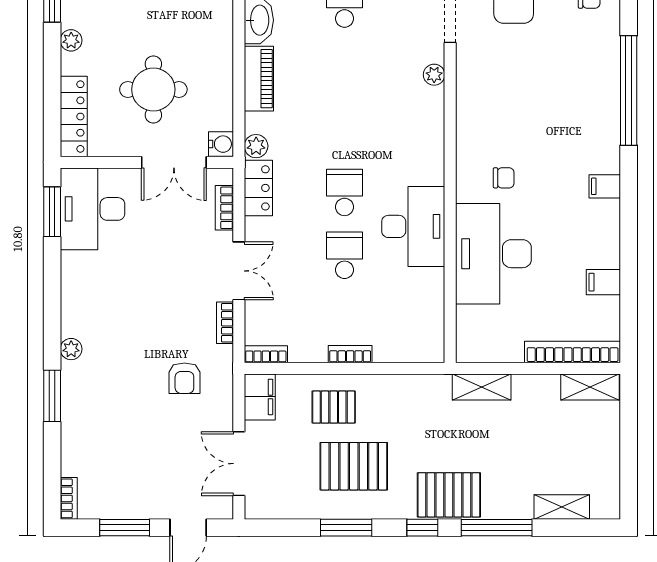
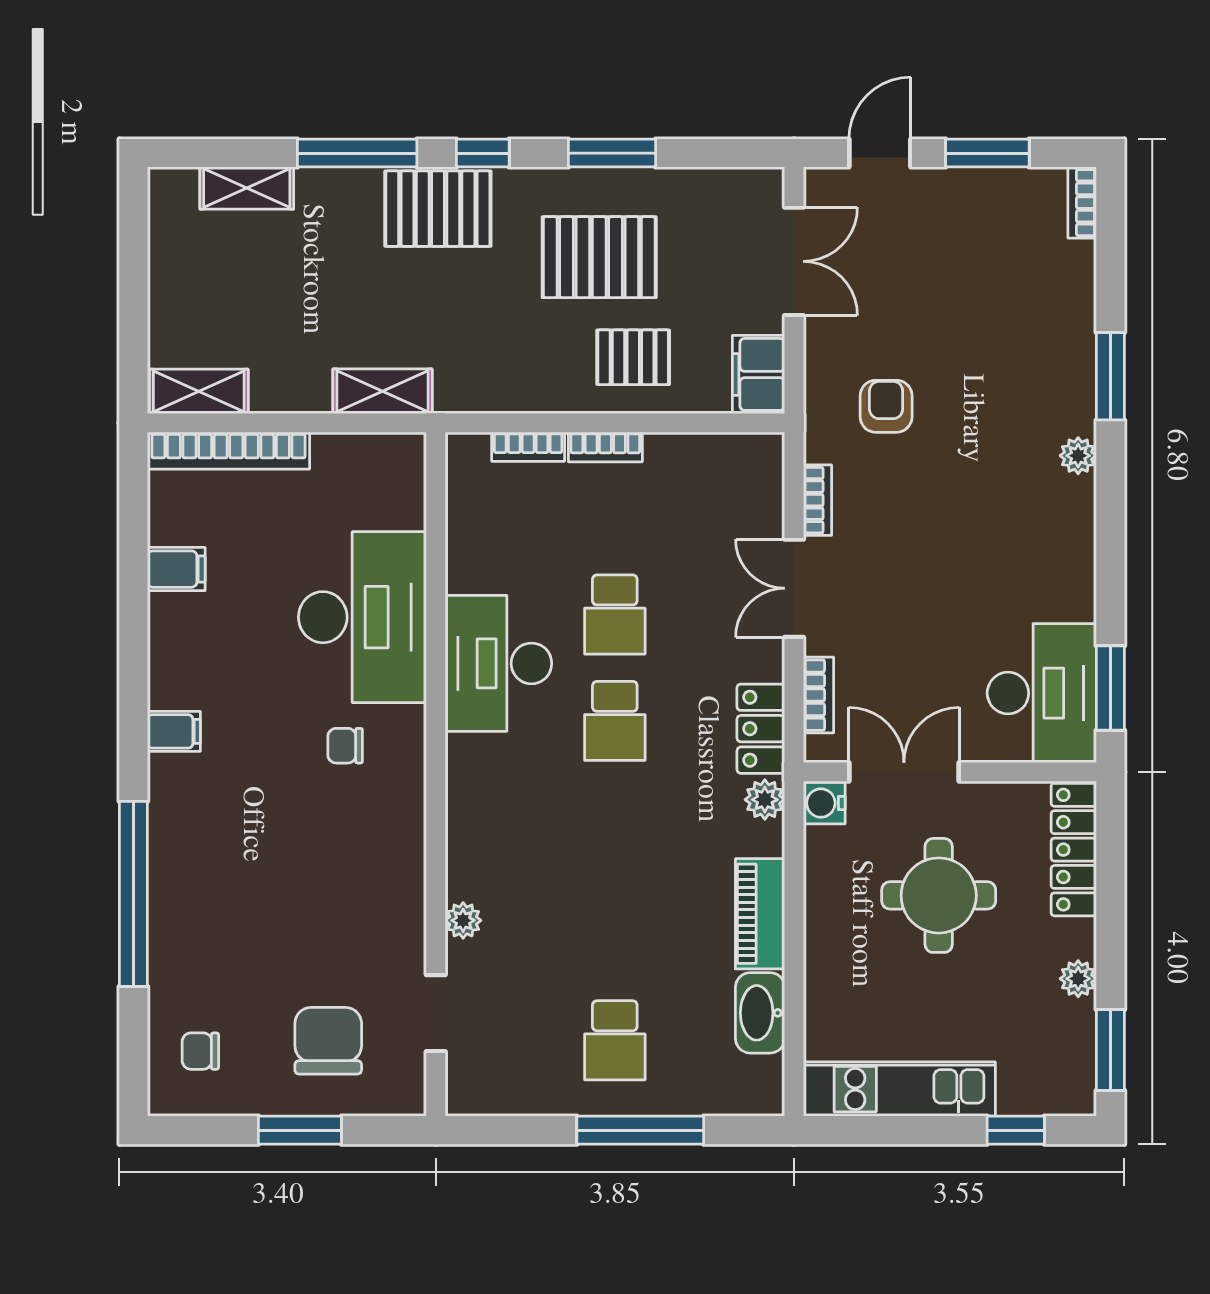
bookcase: (266, 354) -> (528, 447), moved

